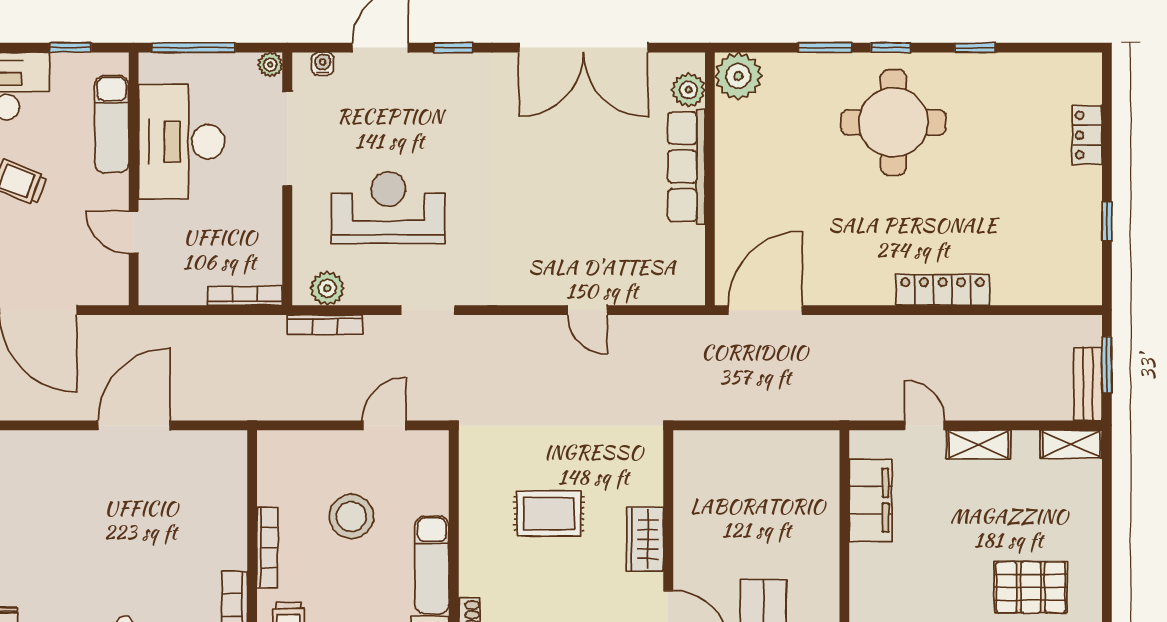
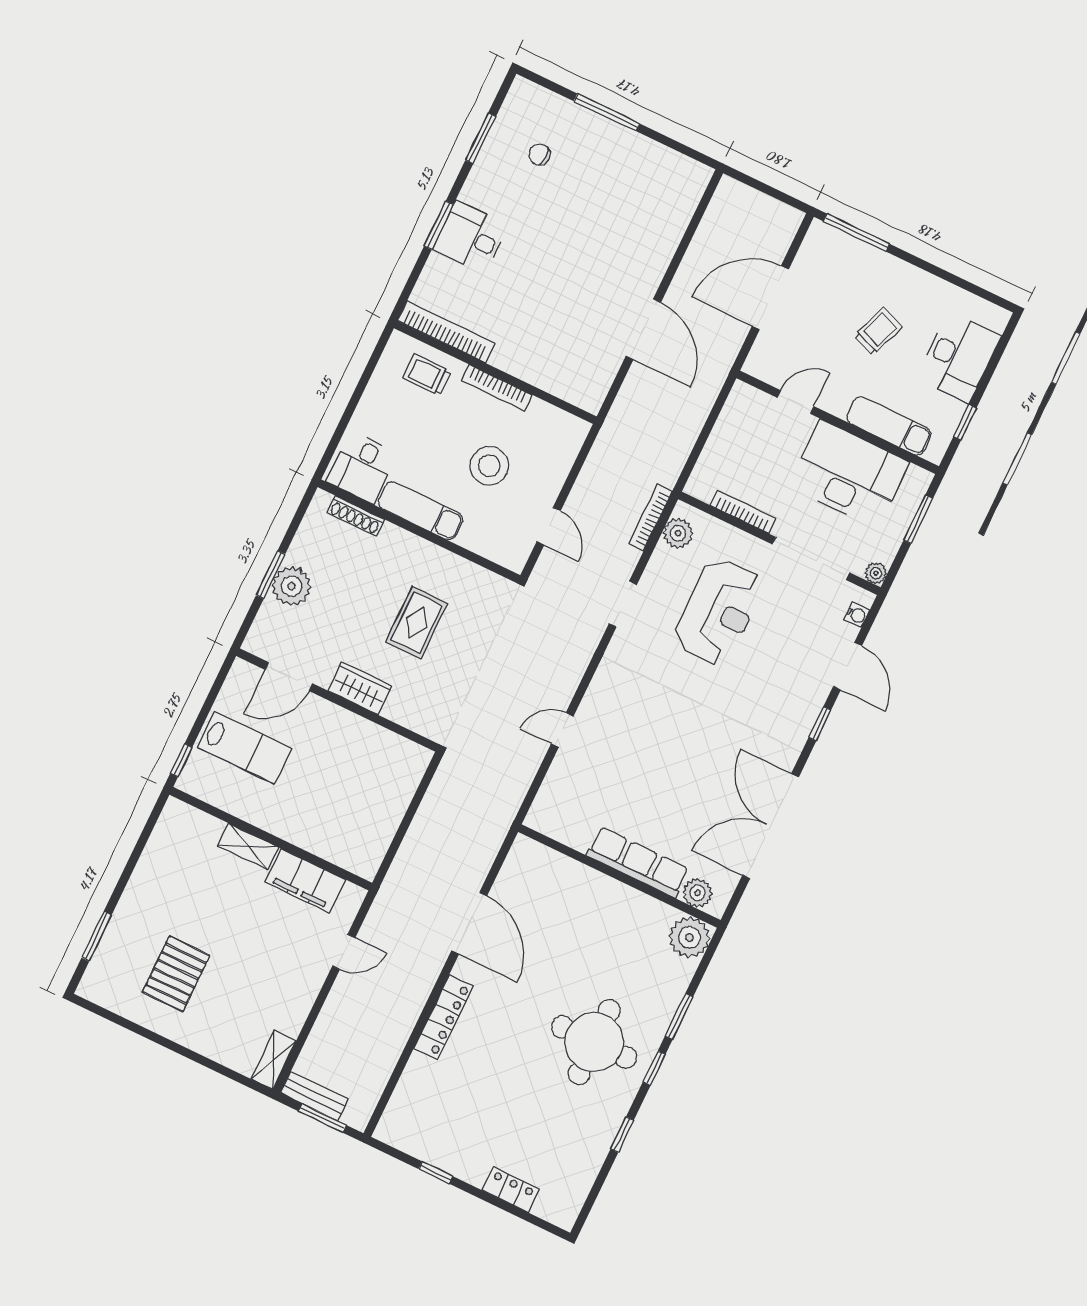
window: (194, 48) -> (918, 519), width x0.69
bookcase: (245, 296) -> (743, 512), moved, turned -90
door: (765, 310) -> (469, 923), moved
shelving: (978, 445) -> (248, 846), moved, turned 90

